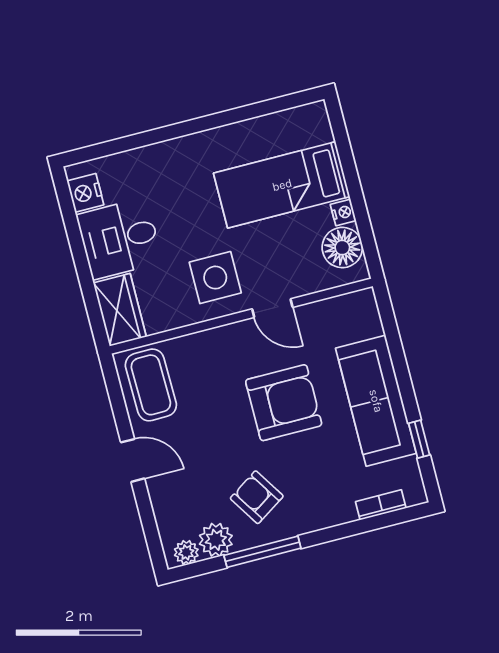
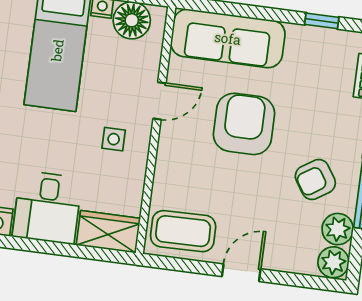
side table: (215, 278) -> (114, 139), width x0.54, depth x0.54
sofa: (376, 401) -> (228, 38), moved
plant: (186, 552) -> (333, 262), width x1.38, depth x1.38

